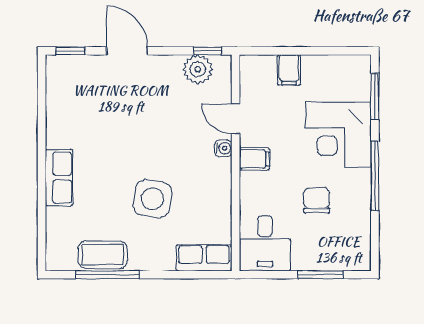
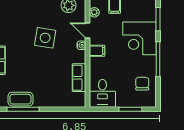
plant: (249, 83) -> (94, 12), added
side table: (152, 199) -> (45, 38), moved
chair: (317, 200) -> (142, 84), moved
row of seats: (204, 258) -> (79, 78), moved, turned -90

